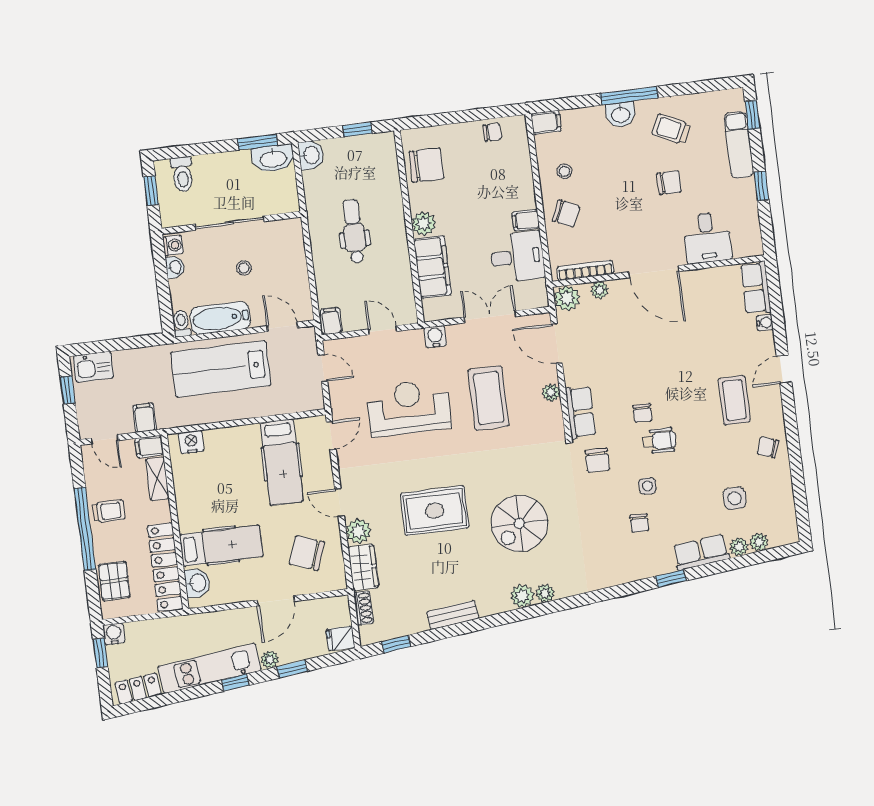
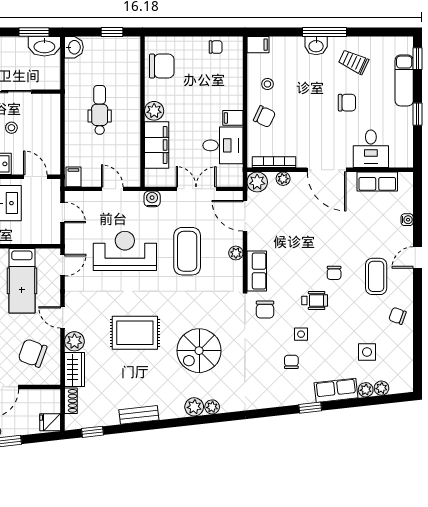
row of seats: (756, 288) -> (377, 182), moved, turned -90
chair: (642, 413) -> (334, 273), moved
chair: (639, 523) -> (291, 362), turned 180

